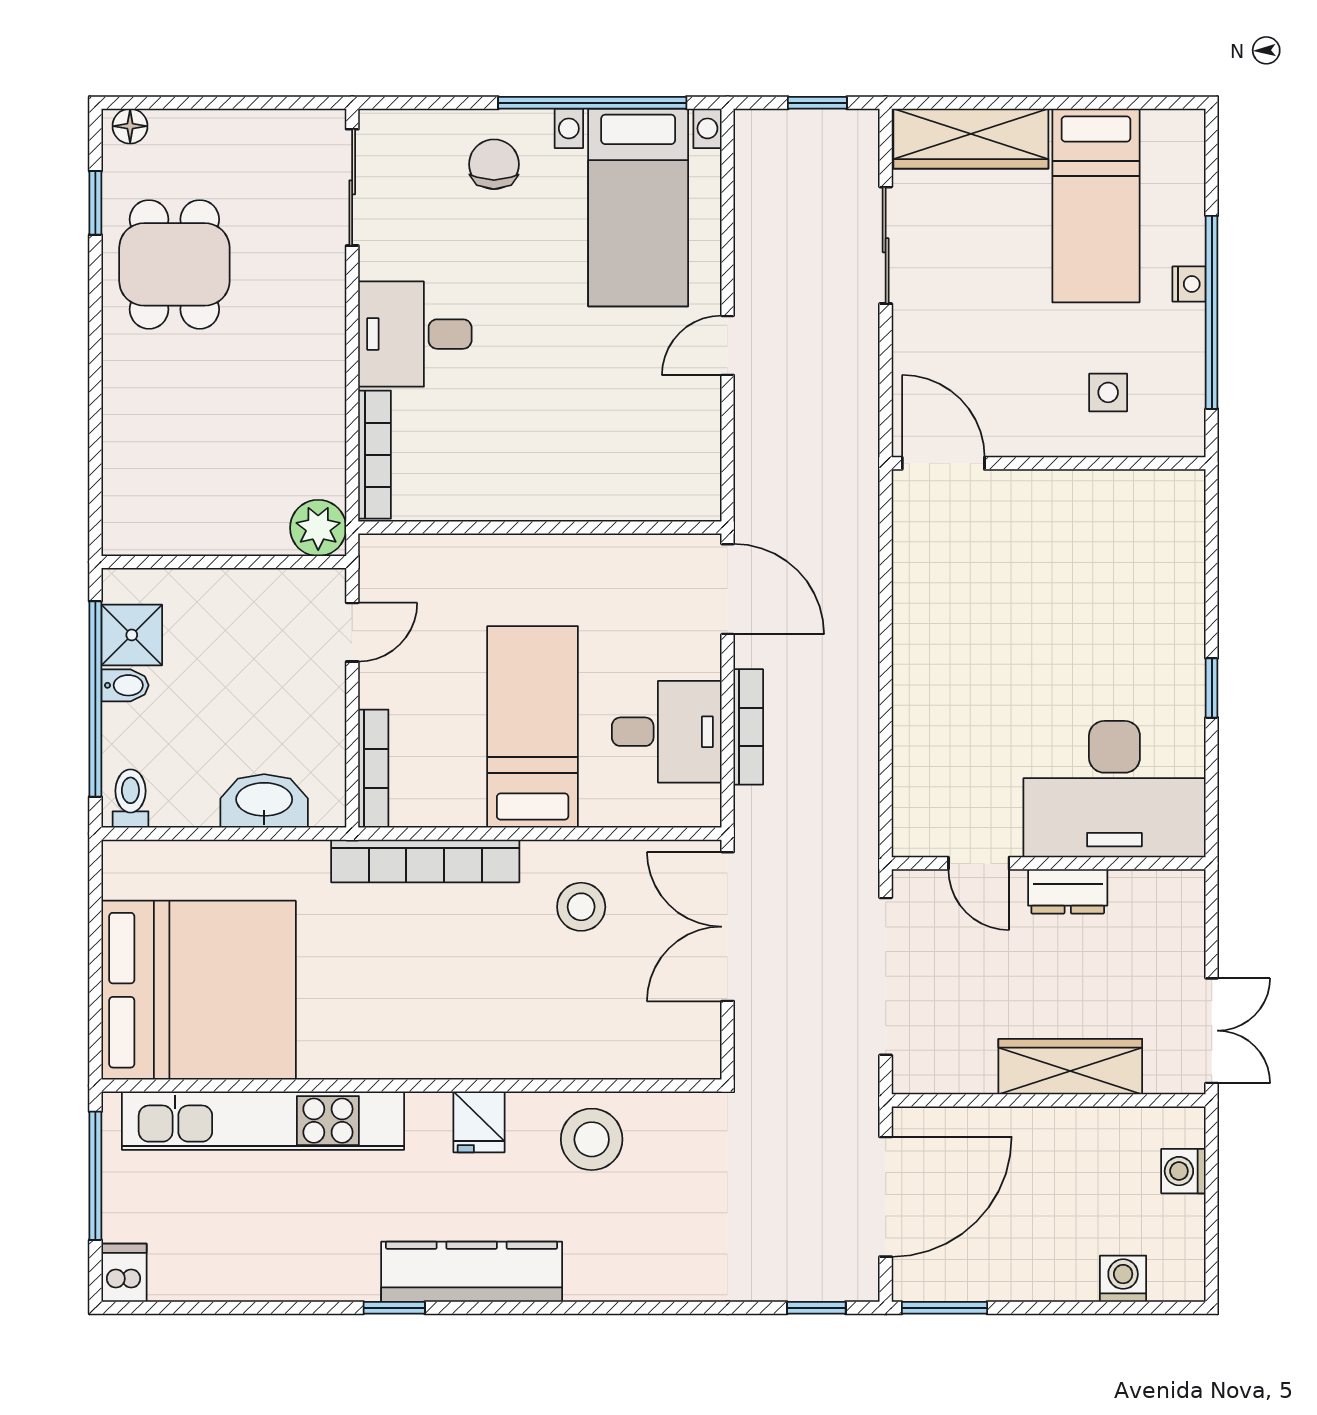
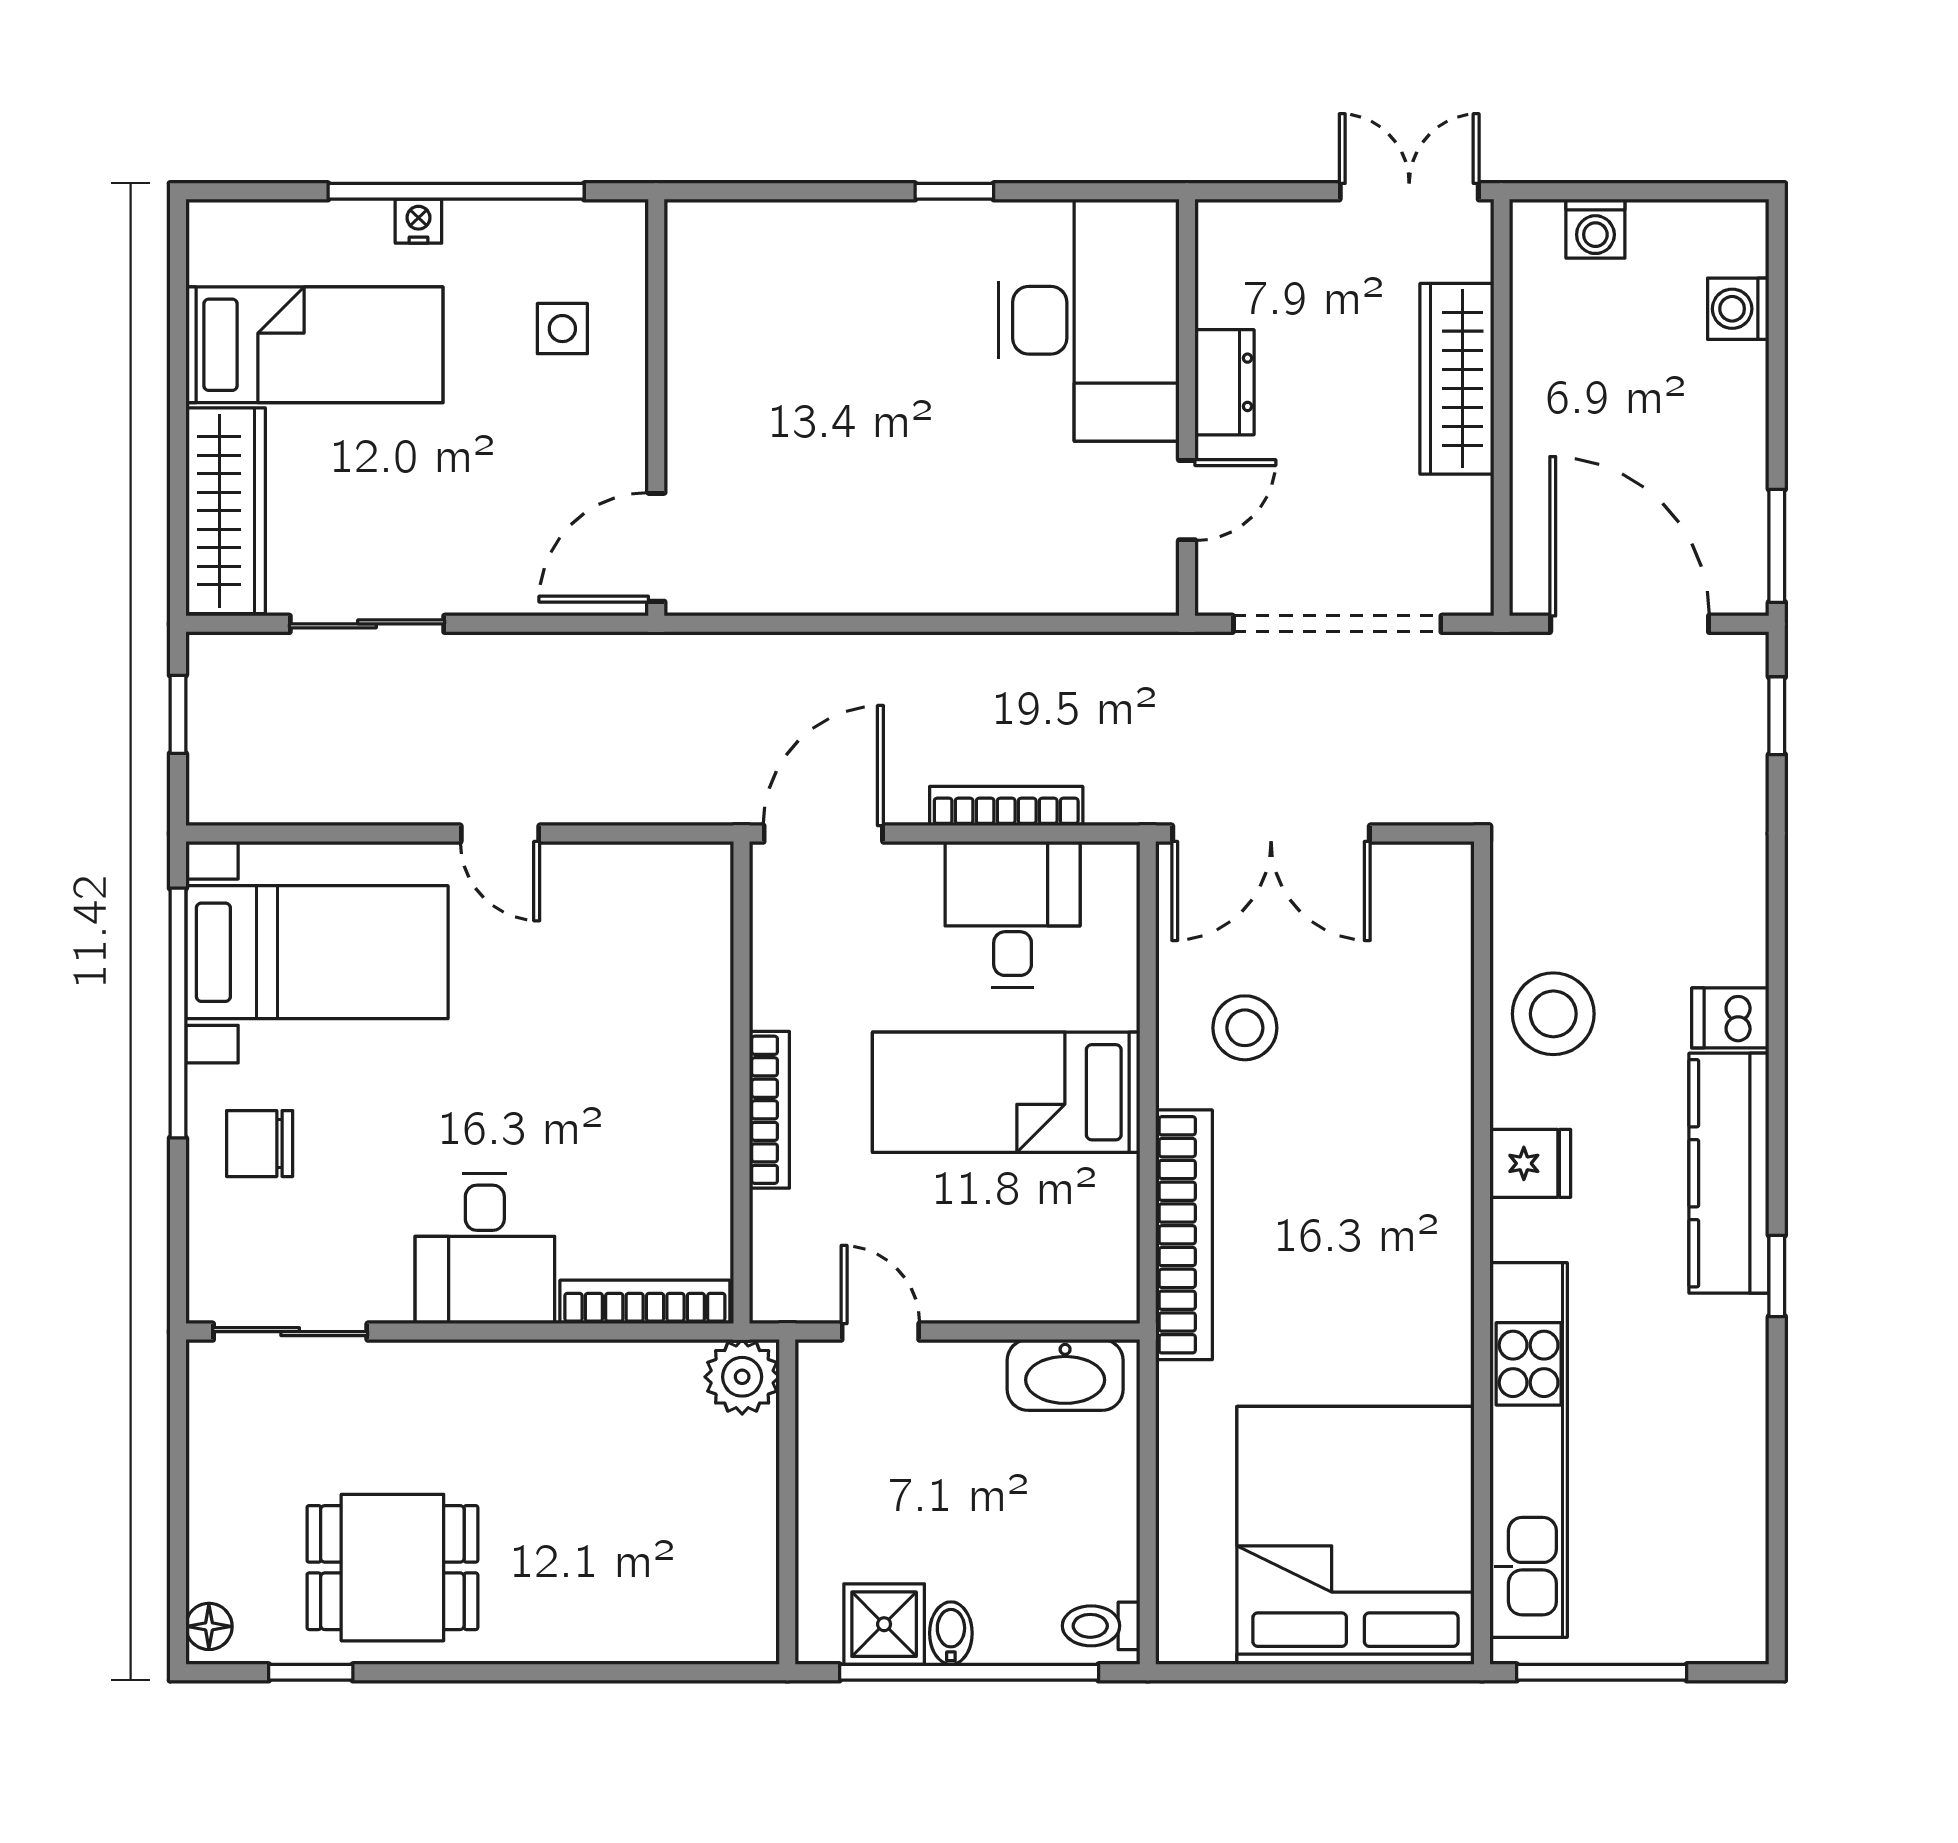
bookcase: (373, 769) -> (769, 1110), moved, turned 90
washbasin: (264, 801) -> (1065, 1375), moved, turned -90
dishwasher: (124, 1273) -> (1730, 1018), moved

